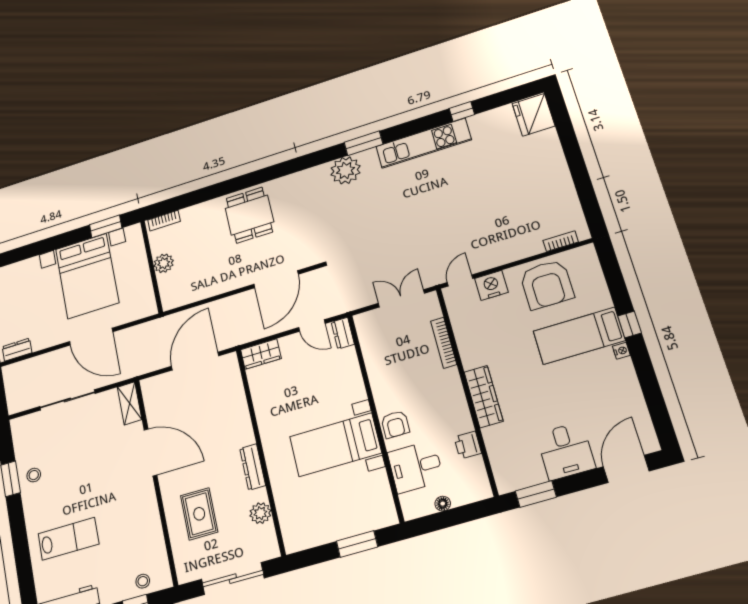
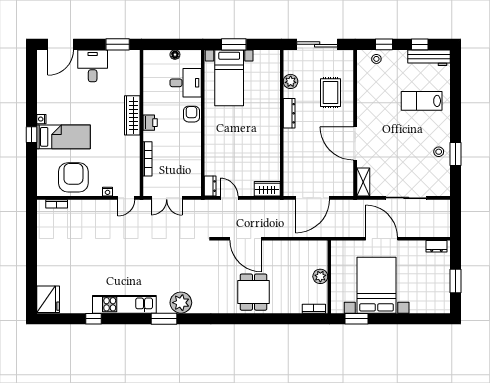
door: (276, 279) -> (246, 239), swing flipped
nightstand: (491, 285) -> (108, 192), width x0.53, depth x0.56
bed with nightstands: (335, 445) -> (229, 78), moved, turned 90
printer: (468, 445) -> (150, 123), moved

